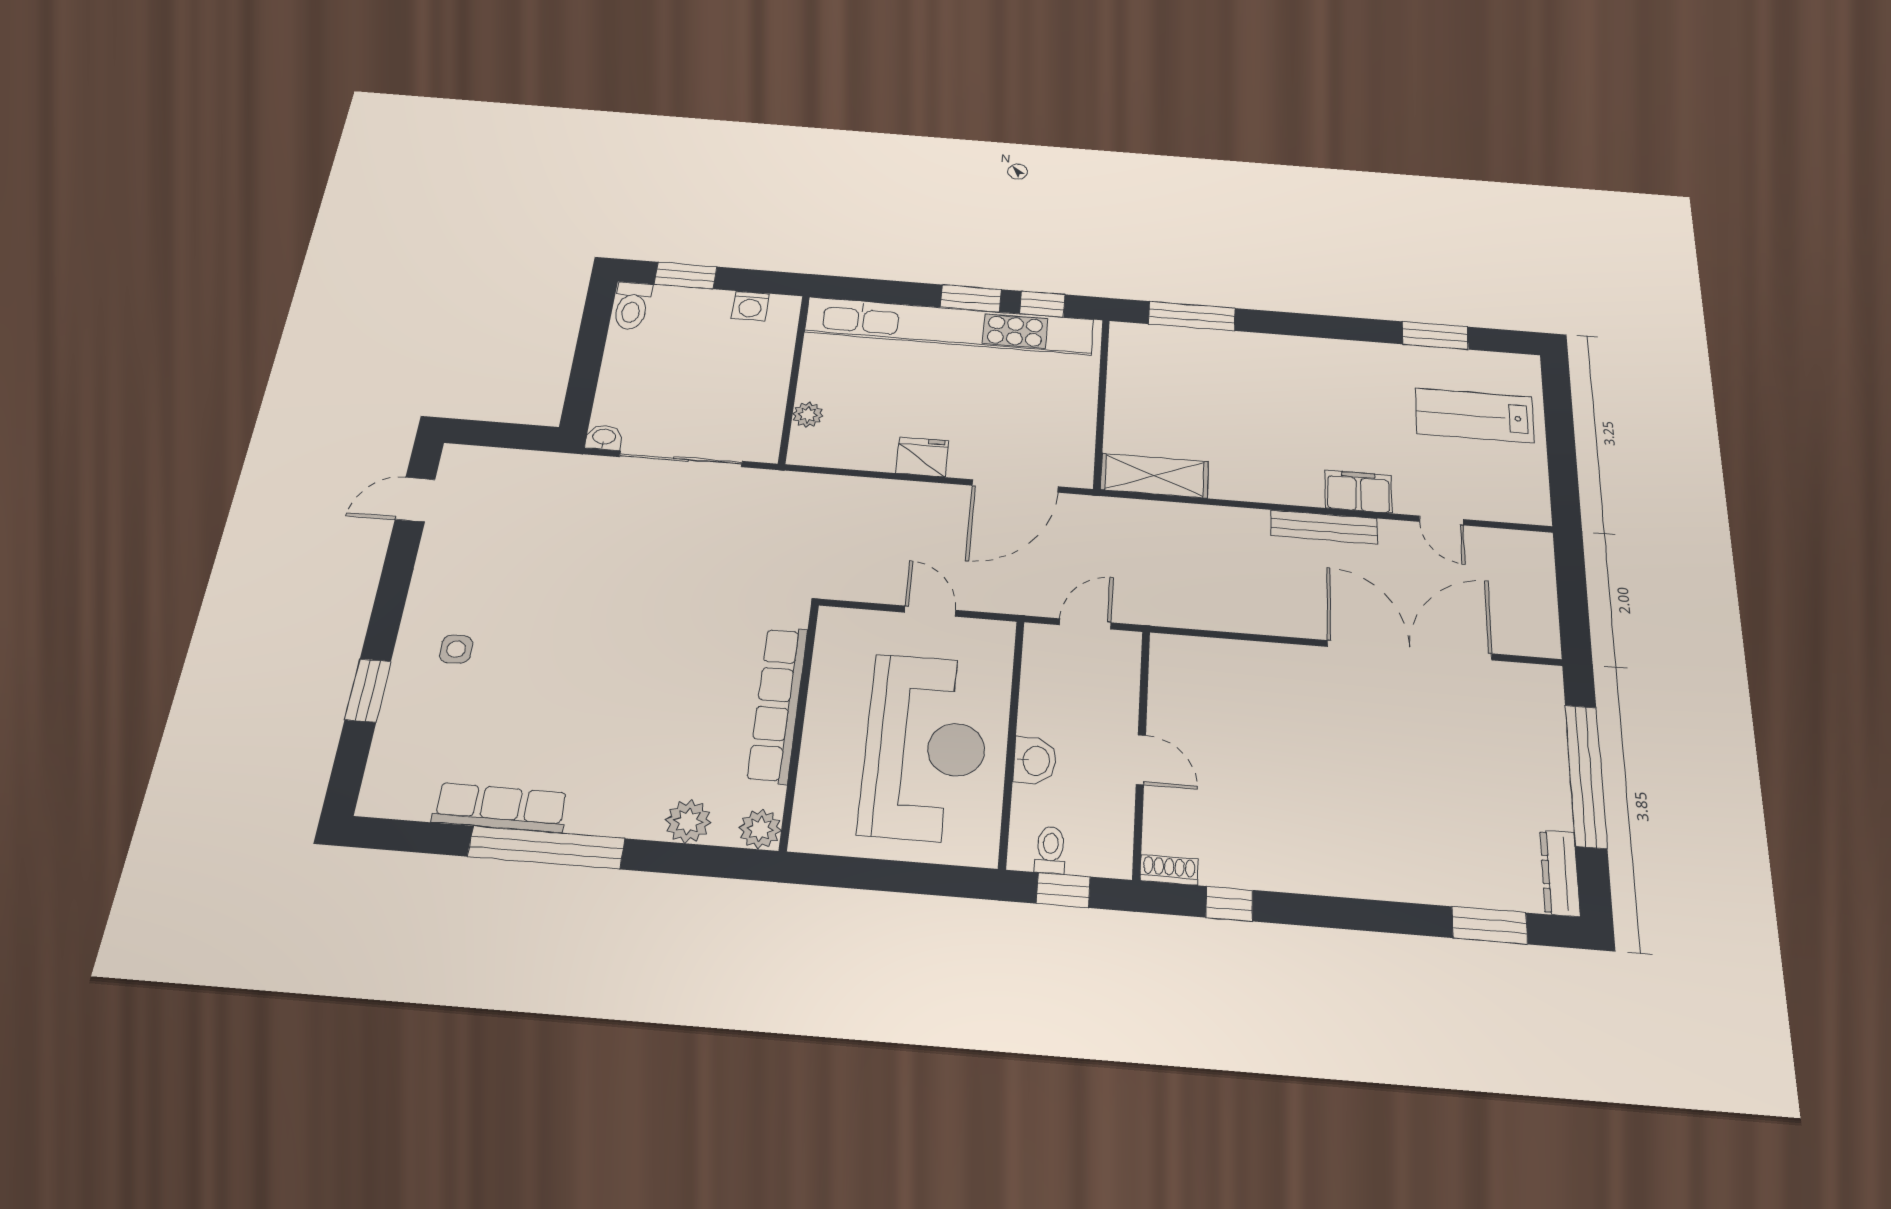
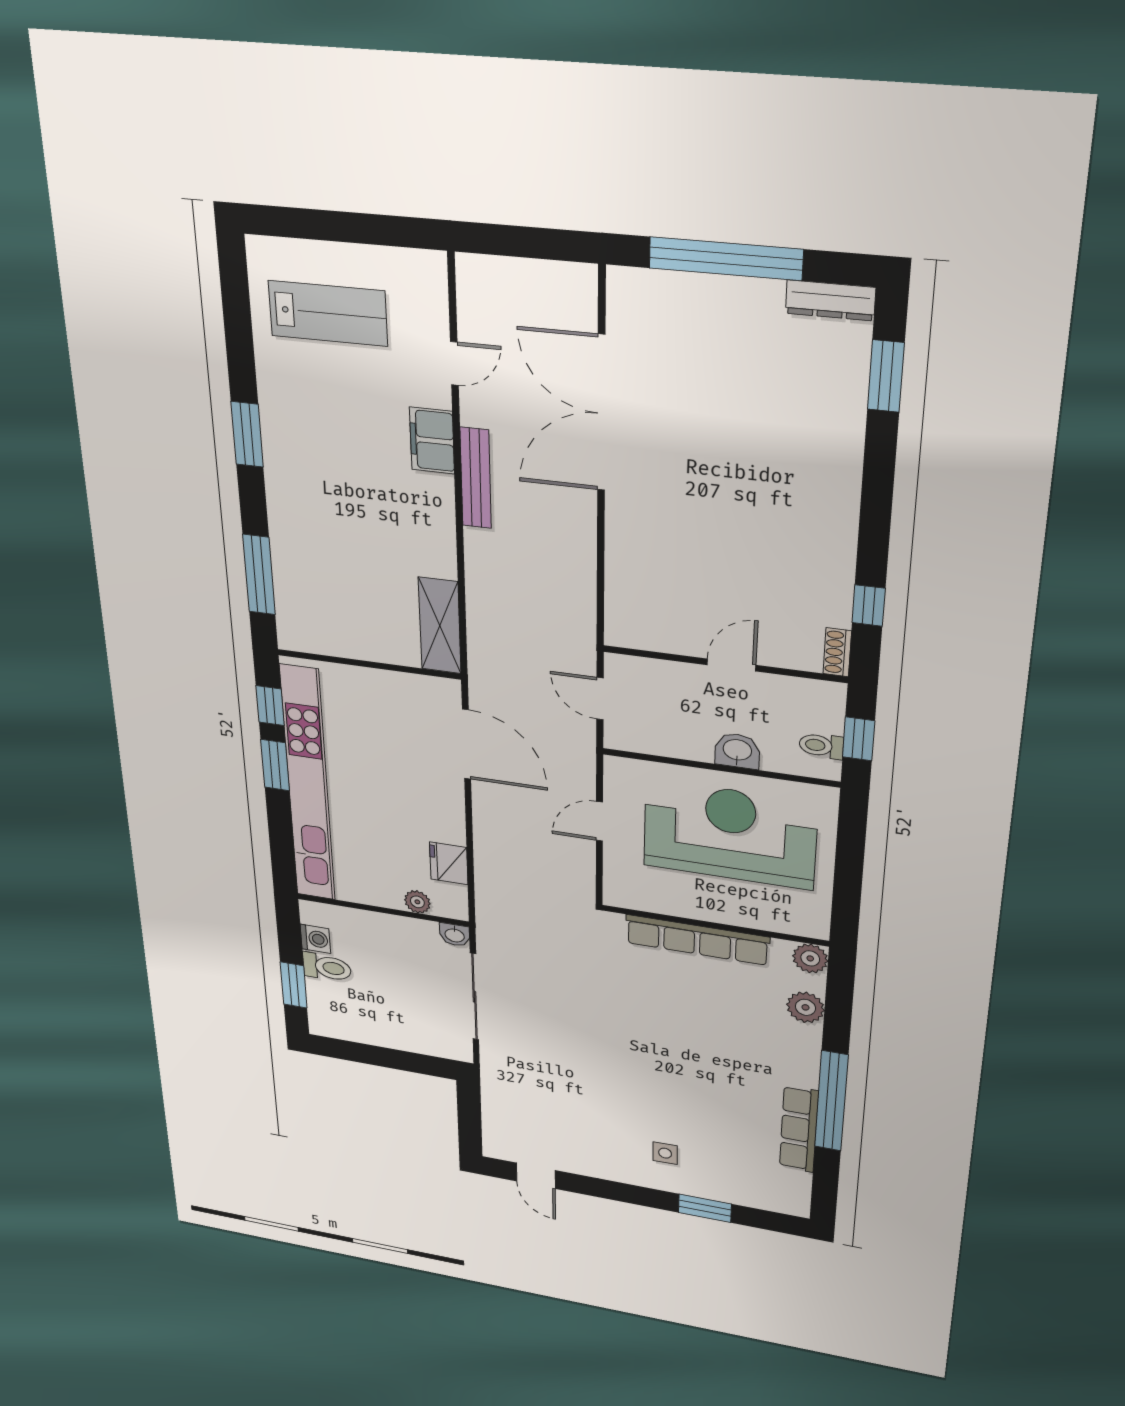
toilet: (632, 306) -> (327, 967), moved
window: (1435, 335) -> (247, 434), moved
lab bench: (1475, 415) -> (328, 313), turned -90
washbasin: (604, 437) -> (455, 935), moved, turned -90
fridge: (922, 457) -> (449, 863), moved

